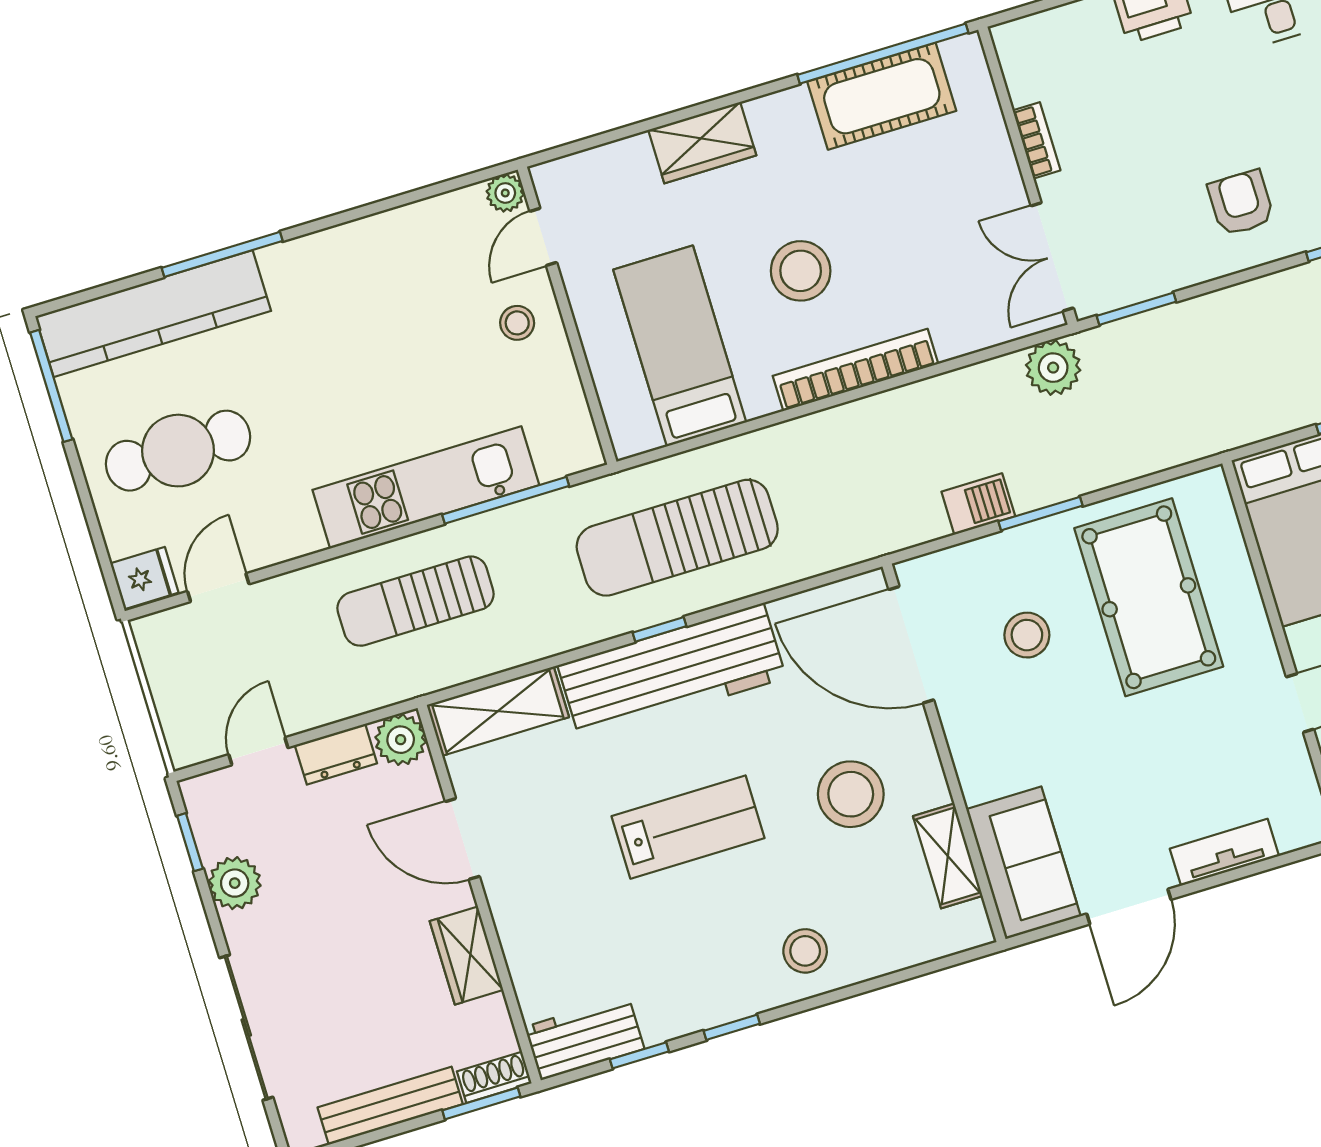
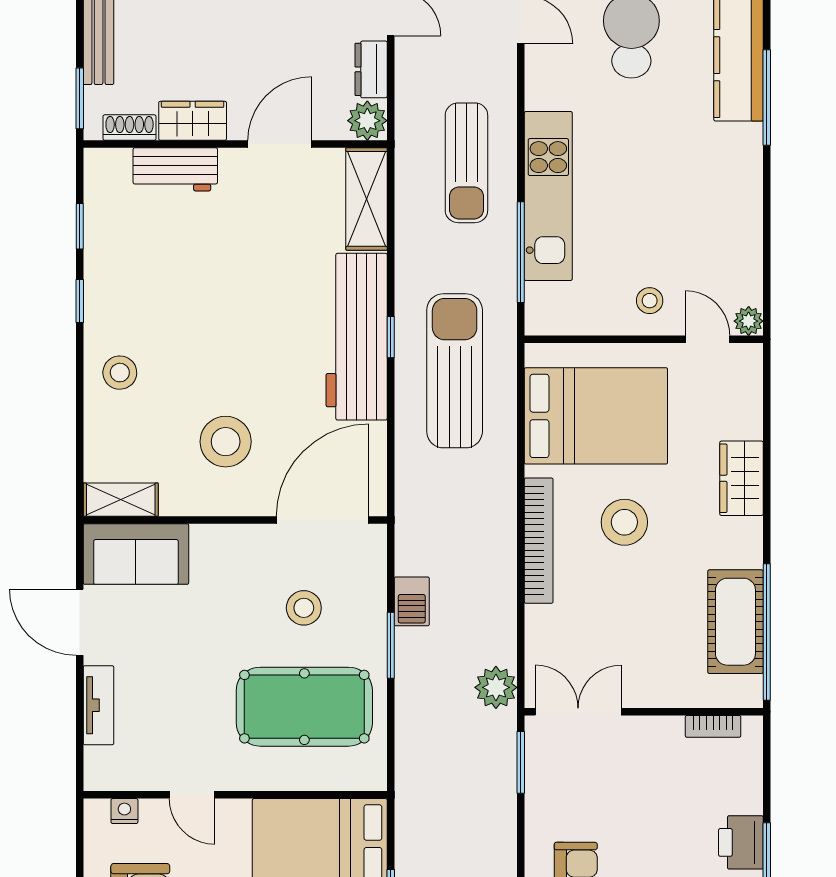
bookcase: (1037, 140) -> (713, 726), moved
bed: (680, 346) -> (596, 416), width x1.50
sun lounger: (416, 601) -> (466, 163), turned 180
lab bench: (688, 827) -> (238, 314), removed
shelving: (948, 856) -> (121, 500), moved
workbench: (584, 1038) -> (175, 169), moved, turned 90
shoe rack: (494, 1077) -> (130, 128), moved, turned -90

